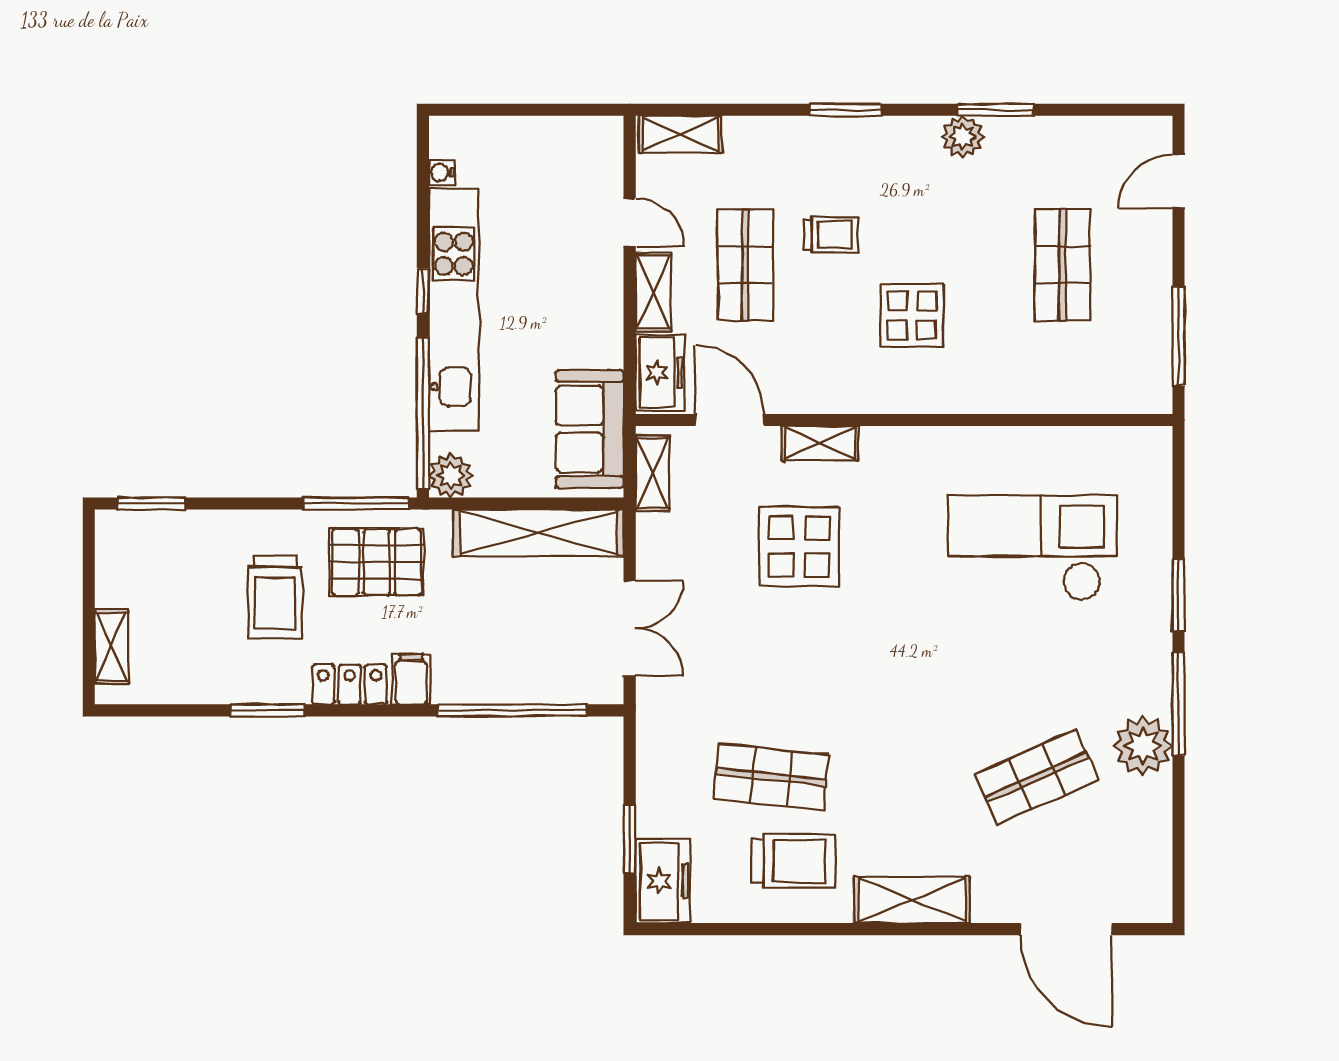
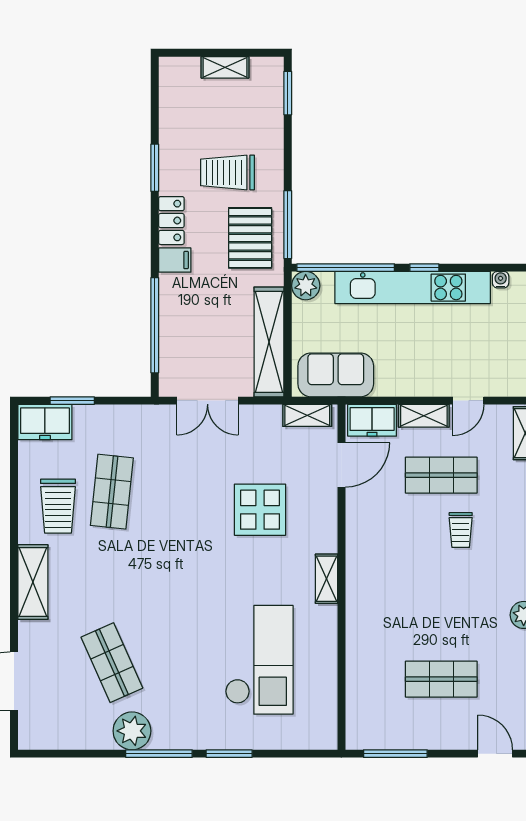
display table: (912, 315) -> (409, 582), removed
shelving: (820, 443) -> (327, 579), moved
shelving: (111, 646) -> (225, 67), moved

